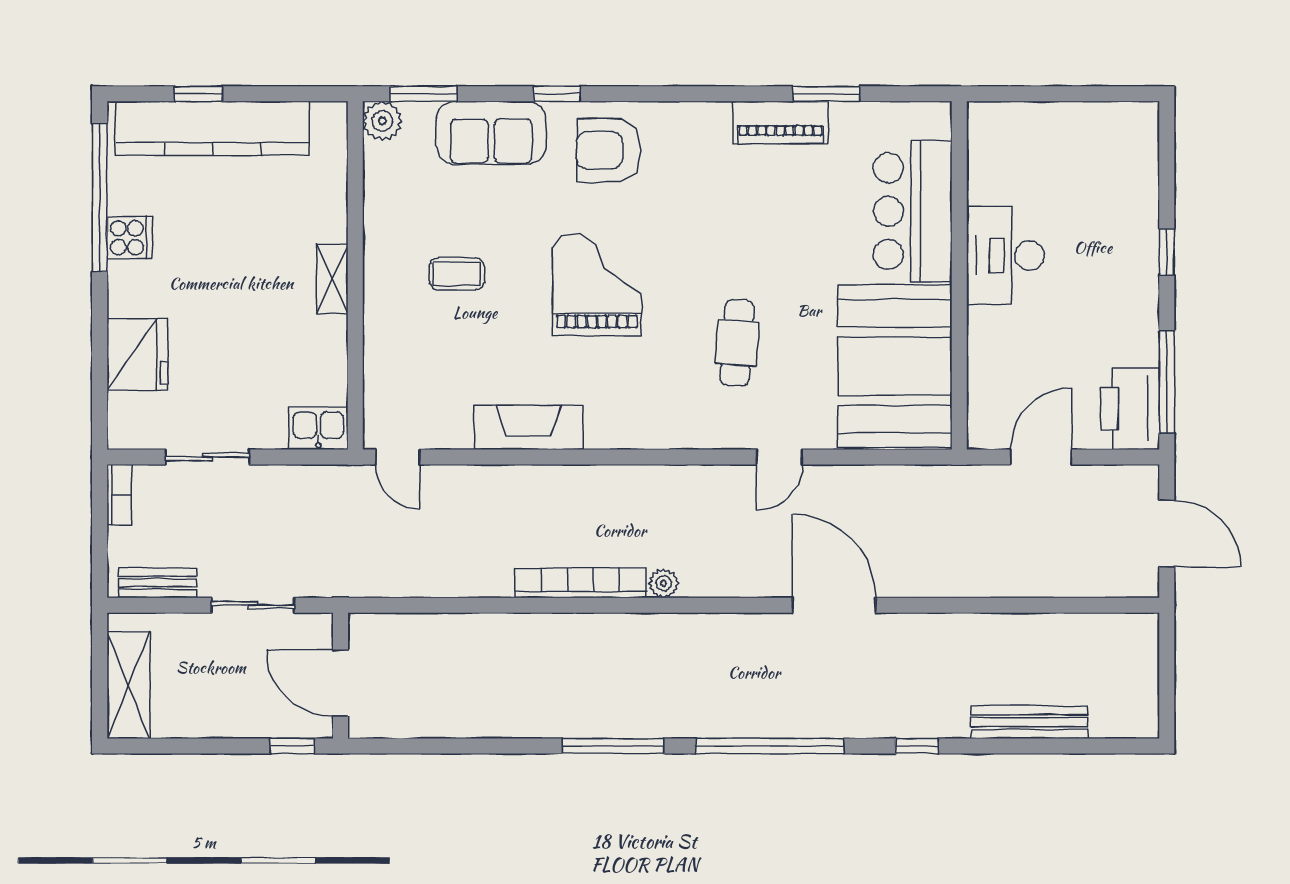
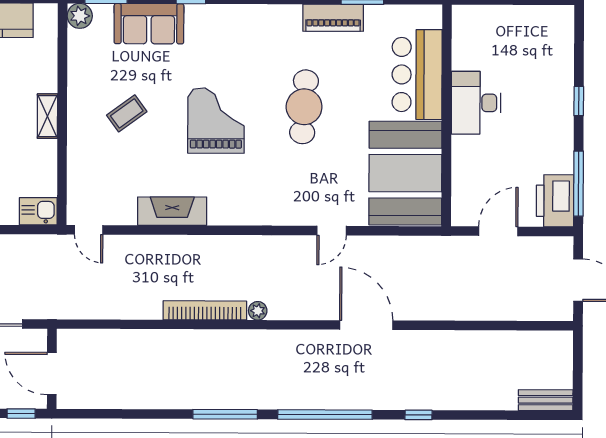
armchair: (609, 150) -> (224, 35), removed
coffee table: (457, 274) -> (127, 113), turned -36
cafe table: (737, 343) -> (304, 107), moved, width x1.37, depth x1.35
bench: (1029, 722) -> (546, 400), moved, width x0.73

